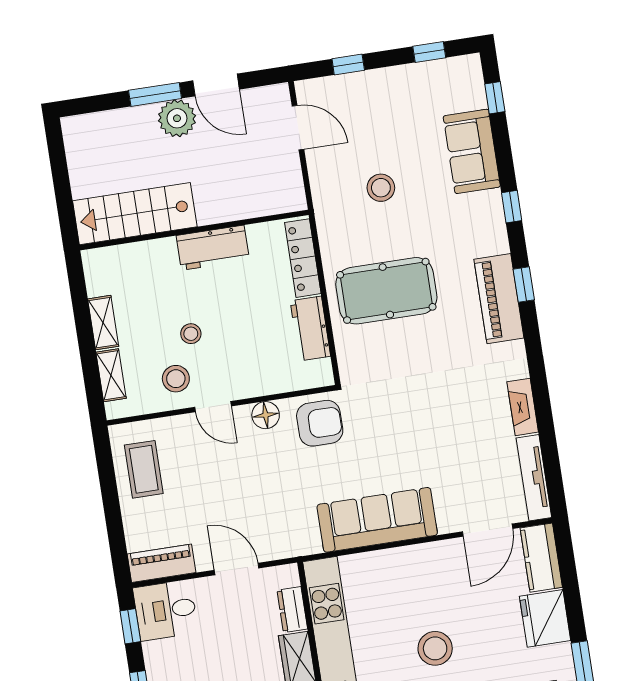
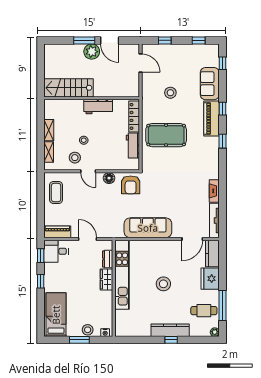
piano: (499, 299) -> (211, 119), moved
armchair: (320, 423) -> (131, 185), turned 90

